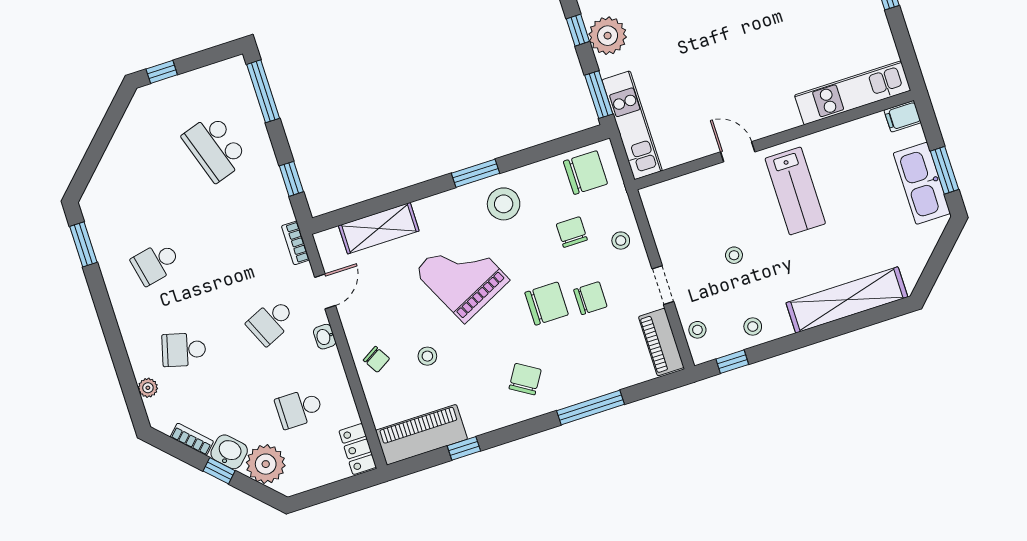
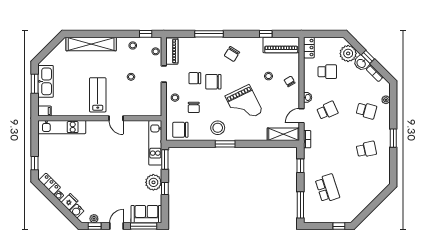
shelving: (379, 228) -> (283, 134), moved
window: (83, 244) -> (393, 138), moved

